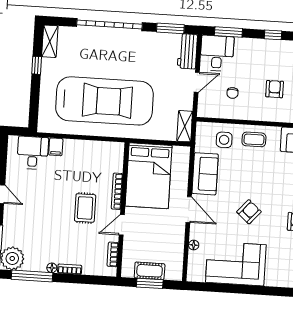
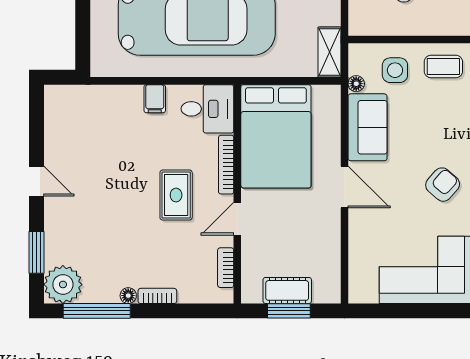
filing cabinet: (56, 147) -> (155, 99), moved
desk: (33, 153) -> (207, 109), moved, turned 90
floor lamp: (194, 245) -> (356, 84), moved

